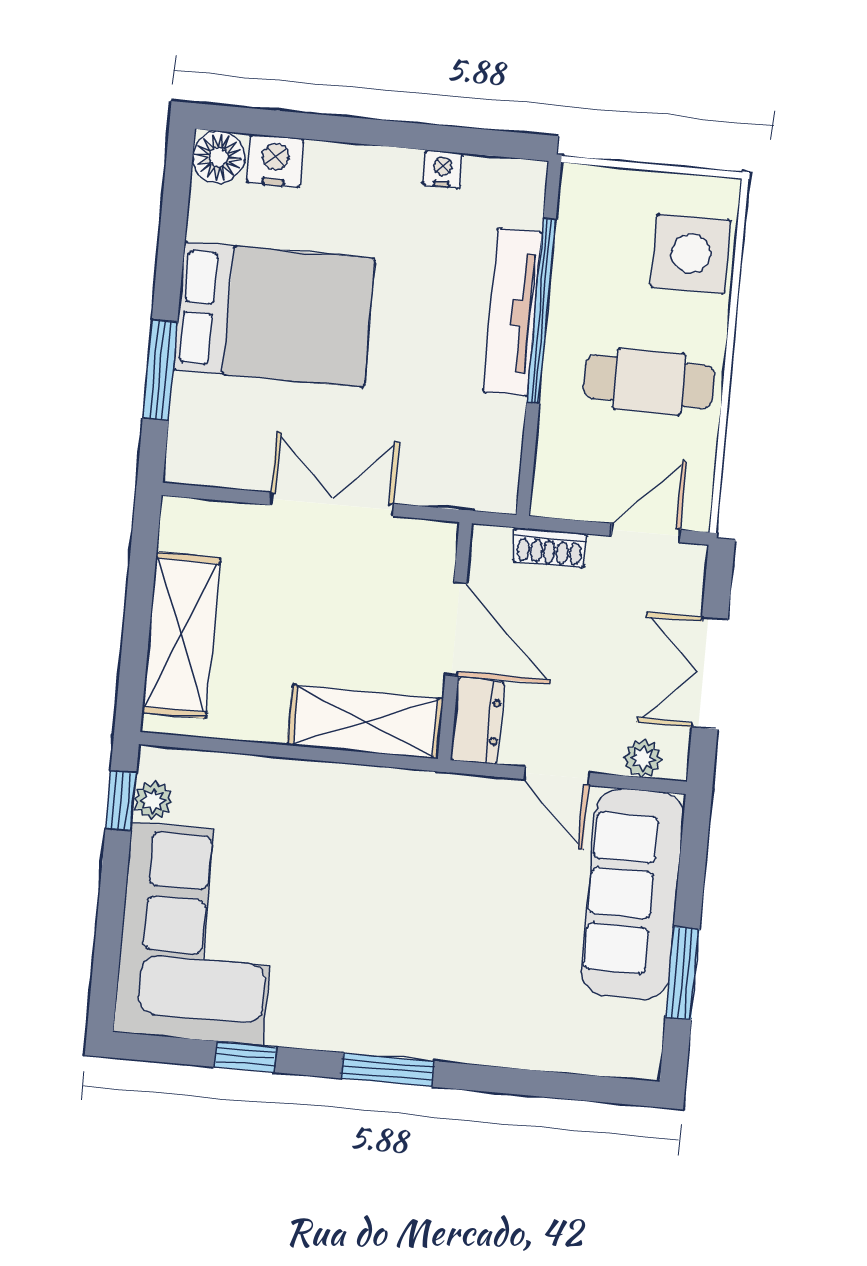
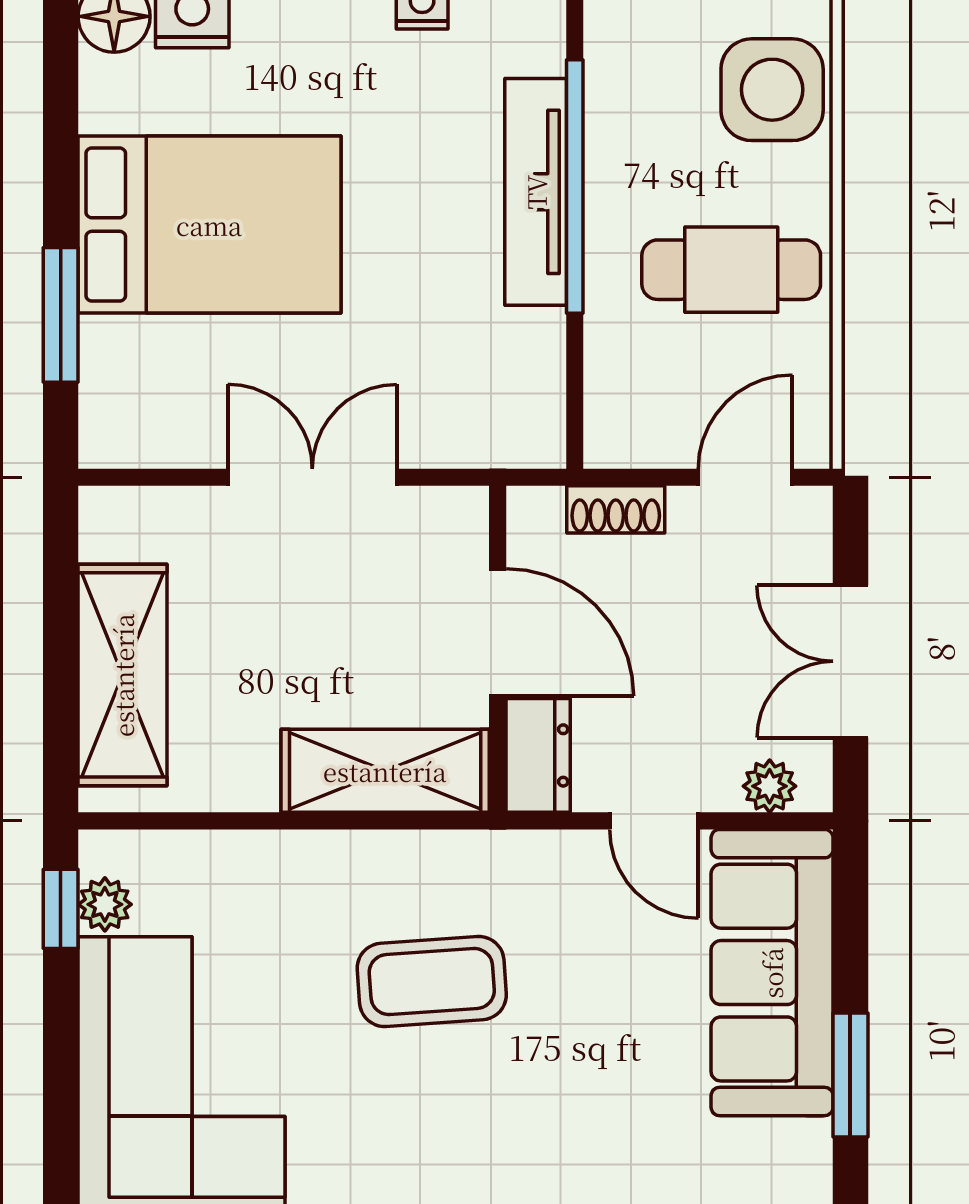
coffee table: (385, 878) -> (432, 982), added

